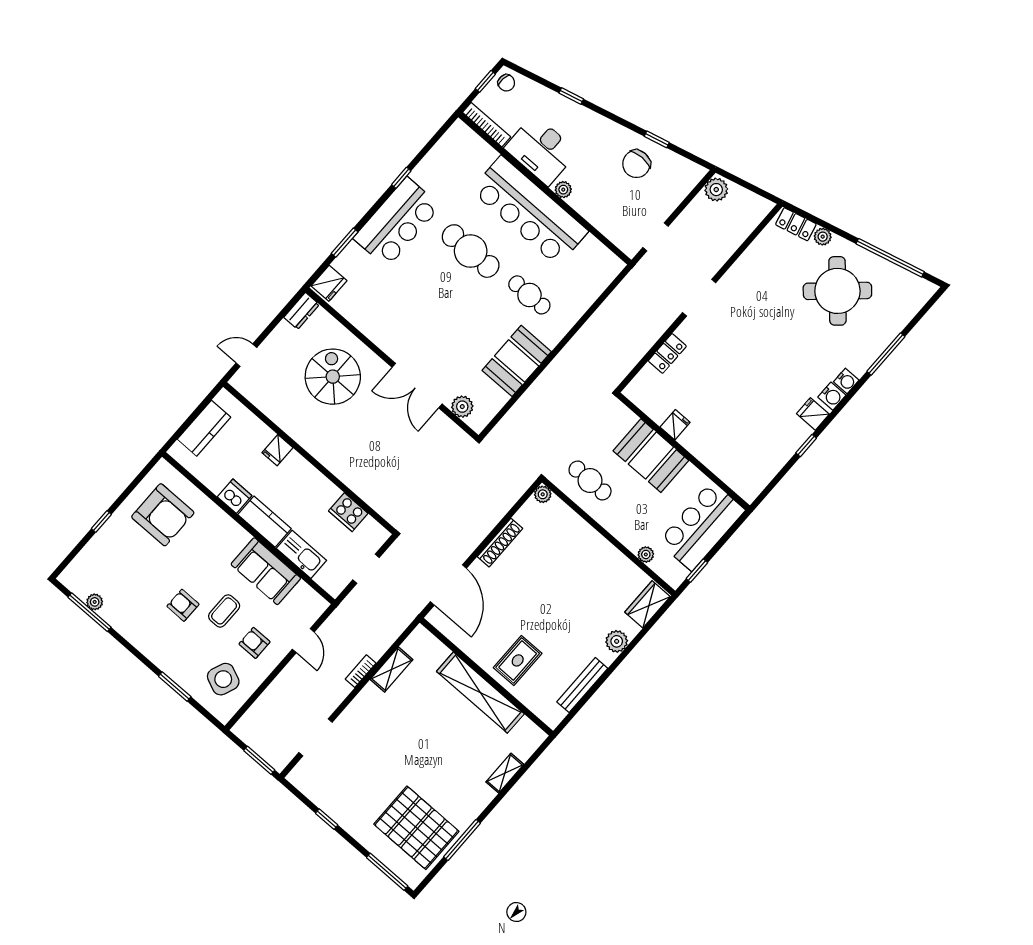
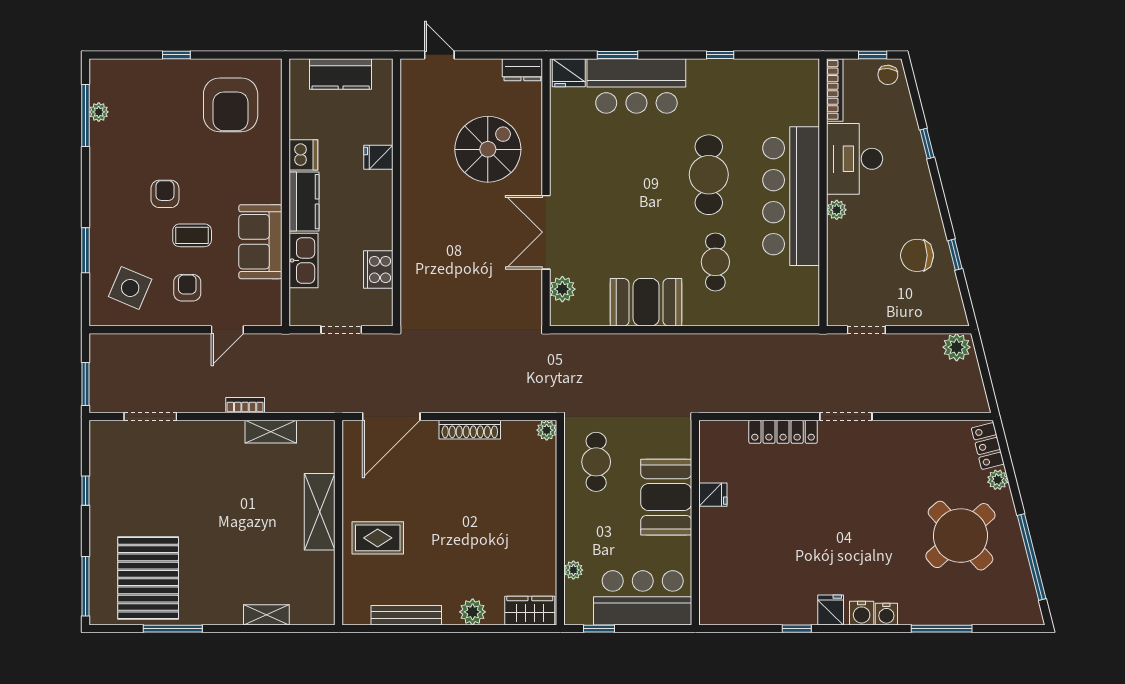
bar counter: (397, 222) -> (636, 86), moved
locker: (667, 353) -> (783, 432), width x1.53
shelving: (480, 693) -> (320, 512), width x0.68

